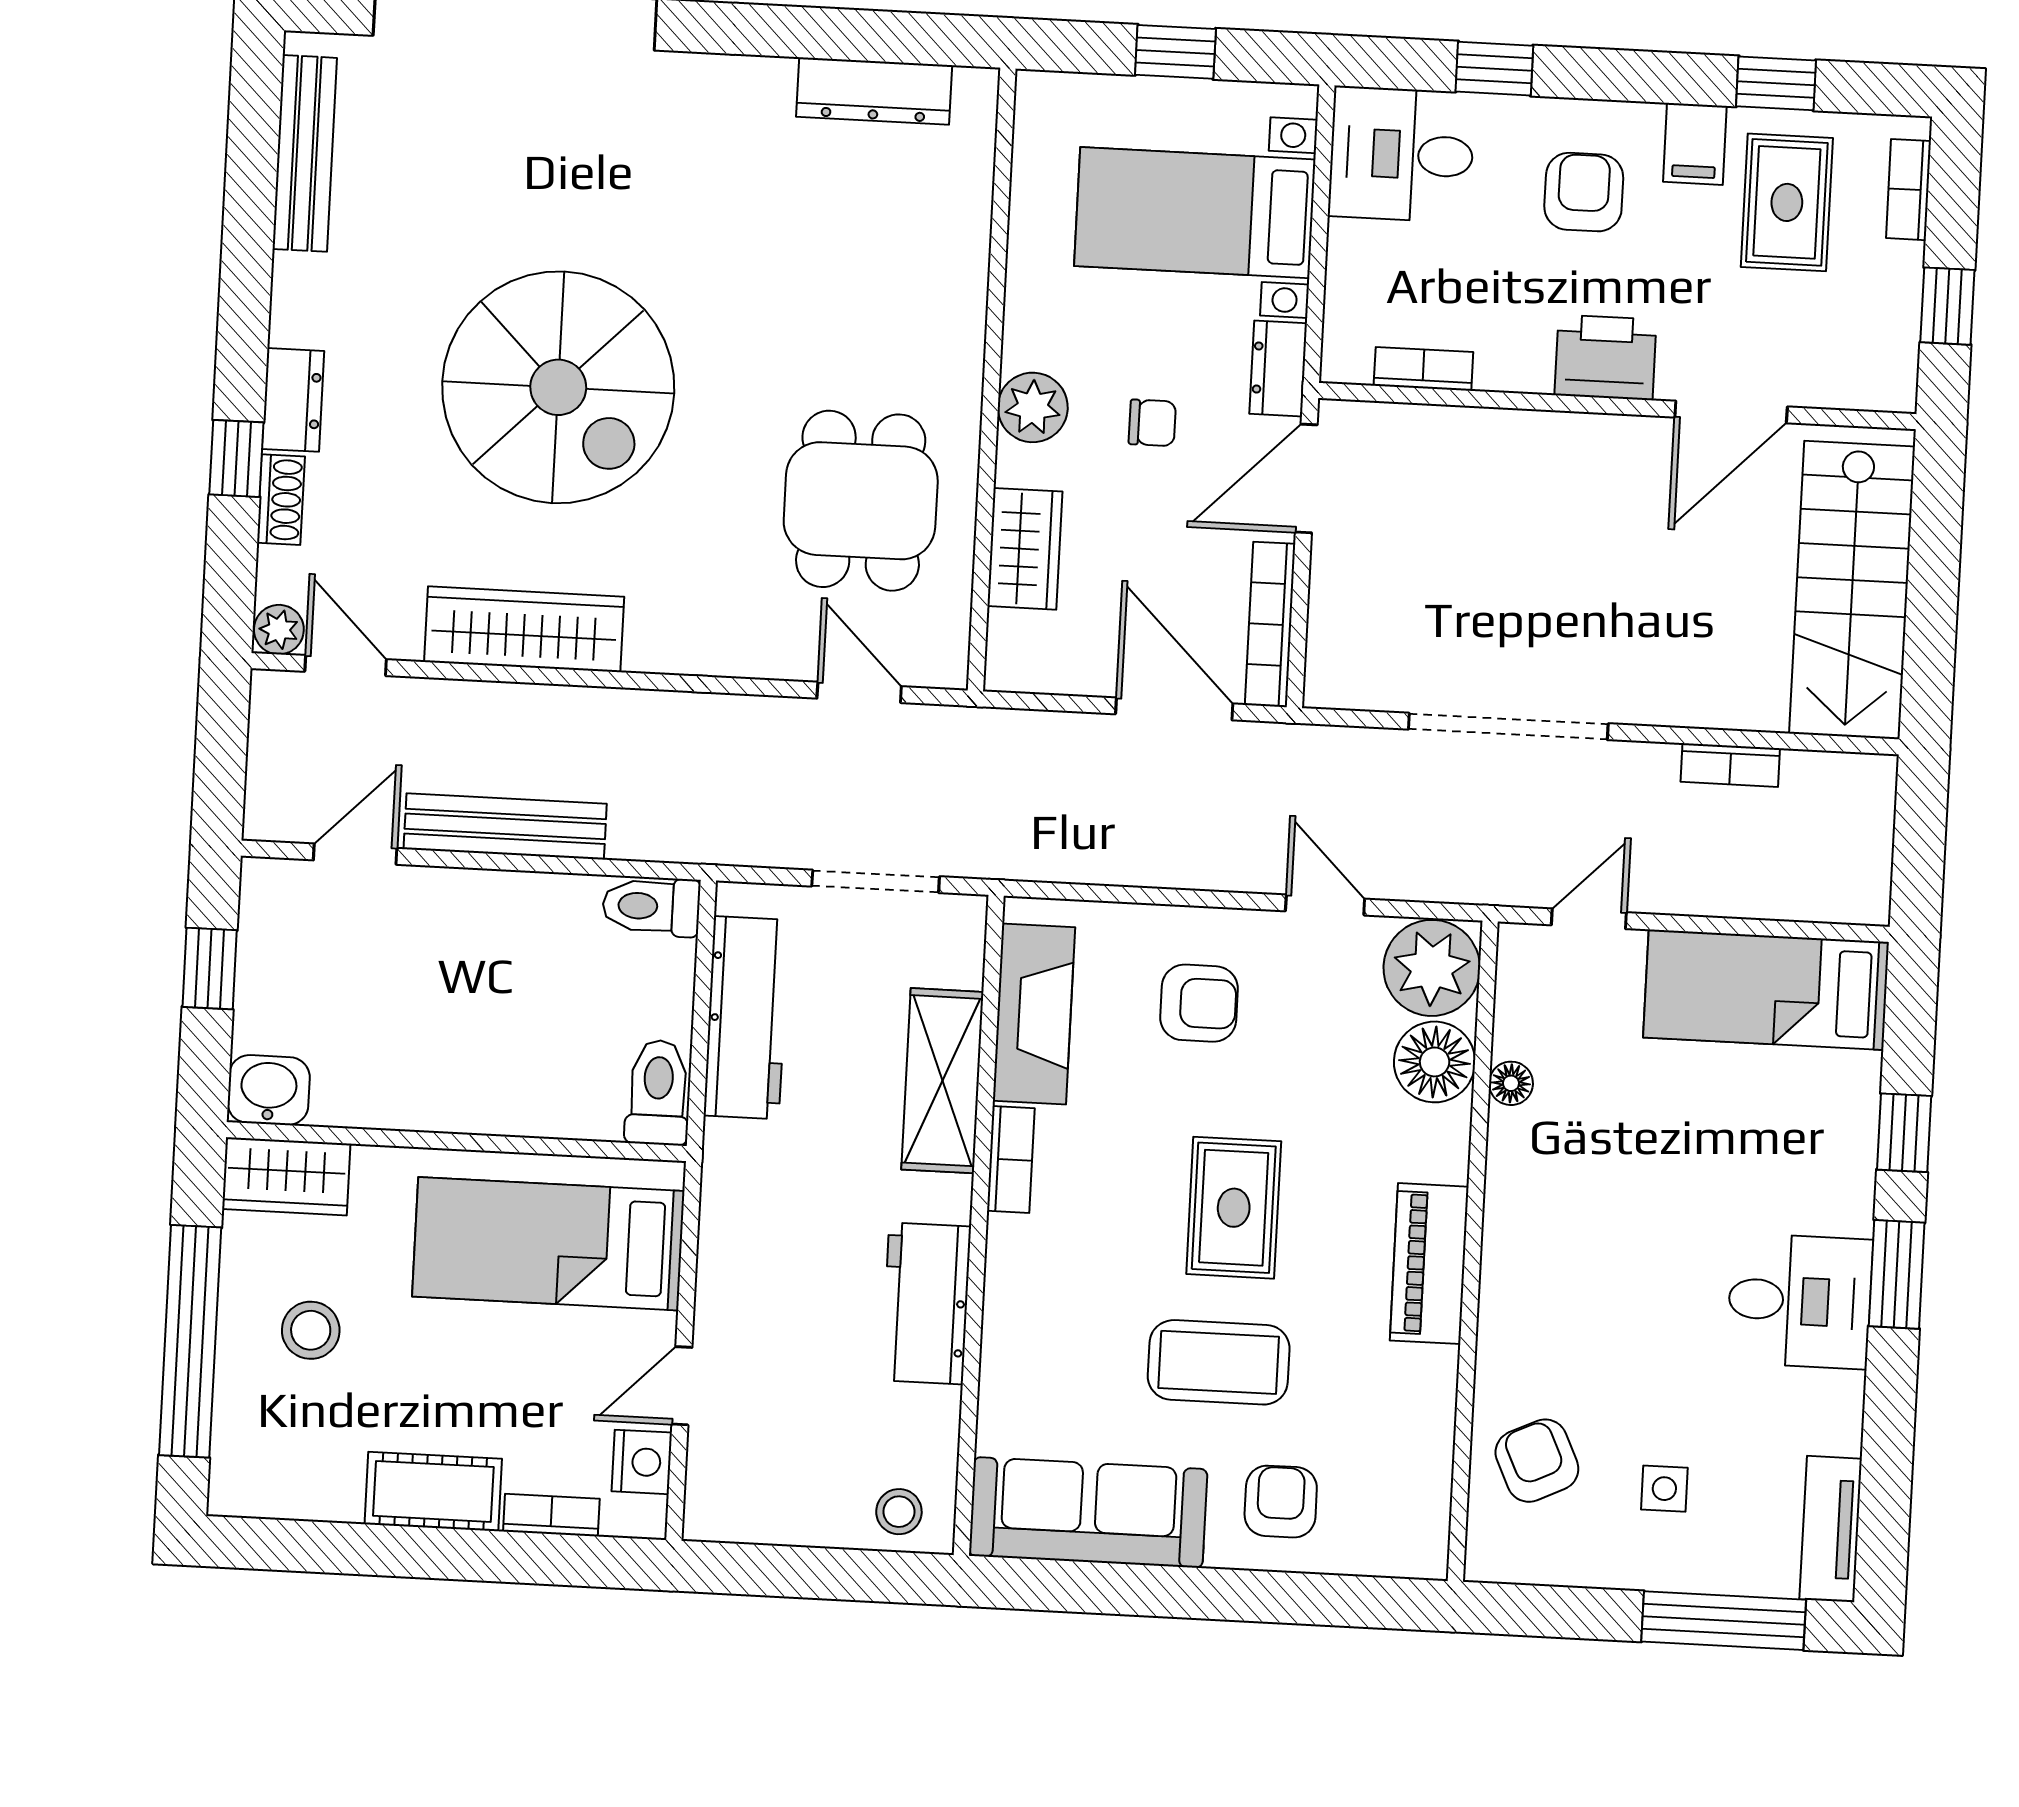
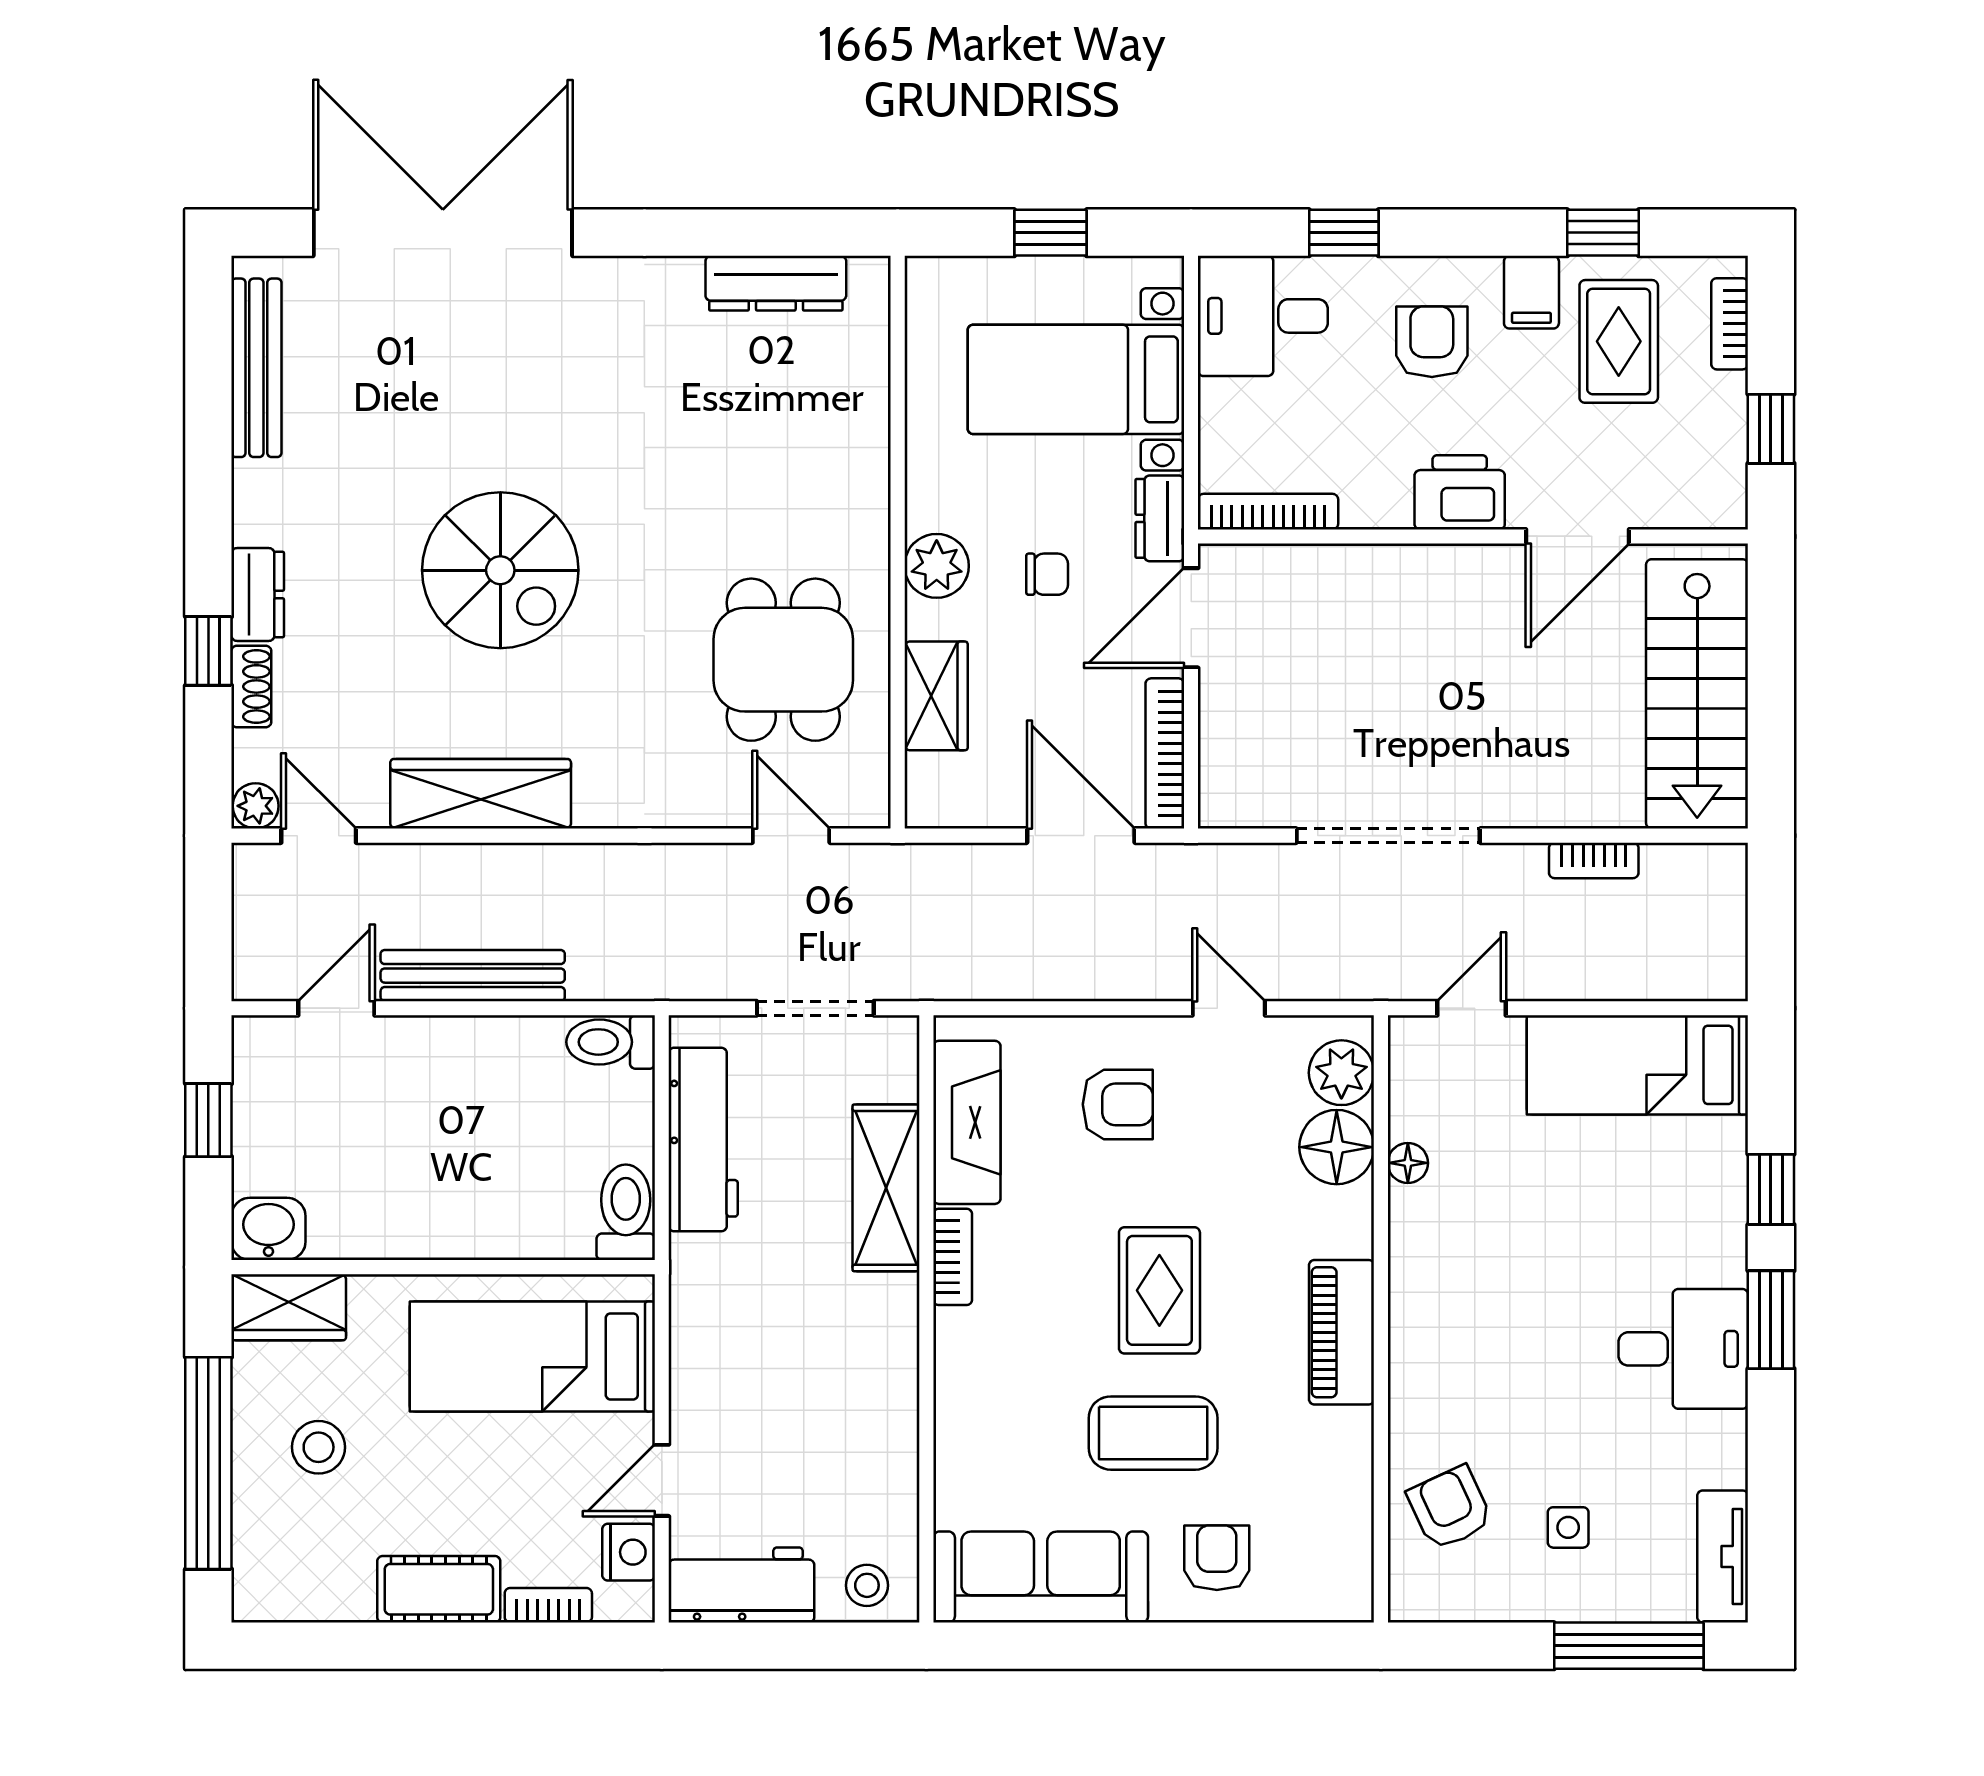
bookcase: (1423, 369) -> (1268, 512), width x1.56
spiral stairs: (558, 387) -> (500, 570), width x0.73, depth x0.73
plant: (1432, 968) -> (1341, 1073), width x0.73, depth x0.73
workbench: (926, 1303) -> (741, 1585), moved, turned 90

